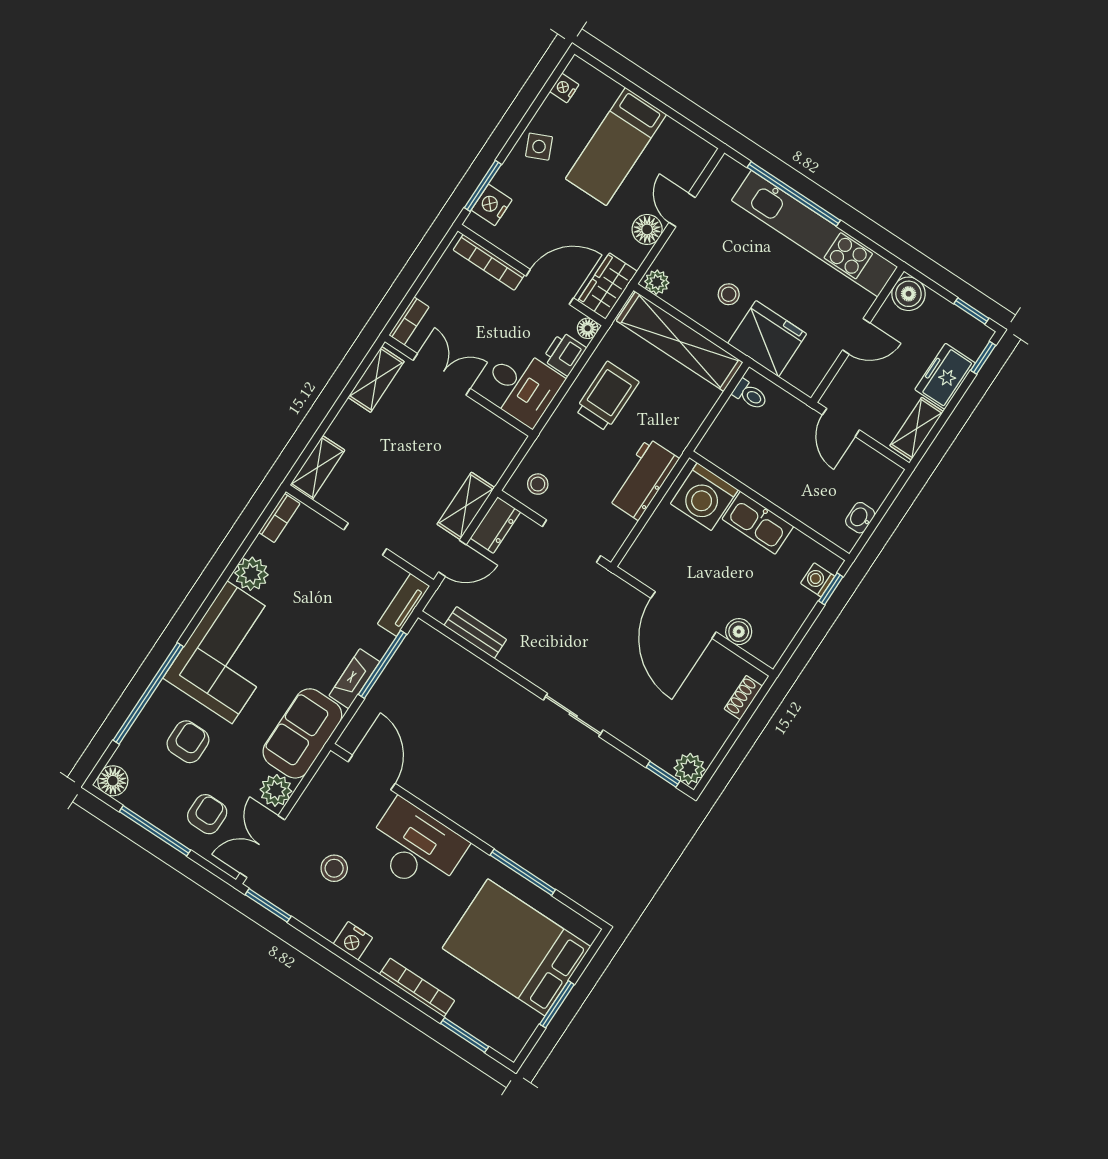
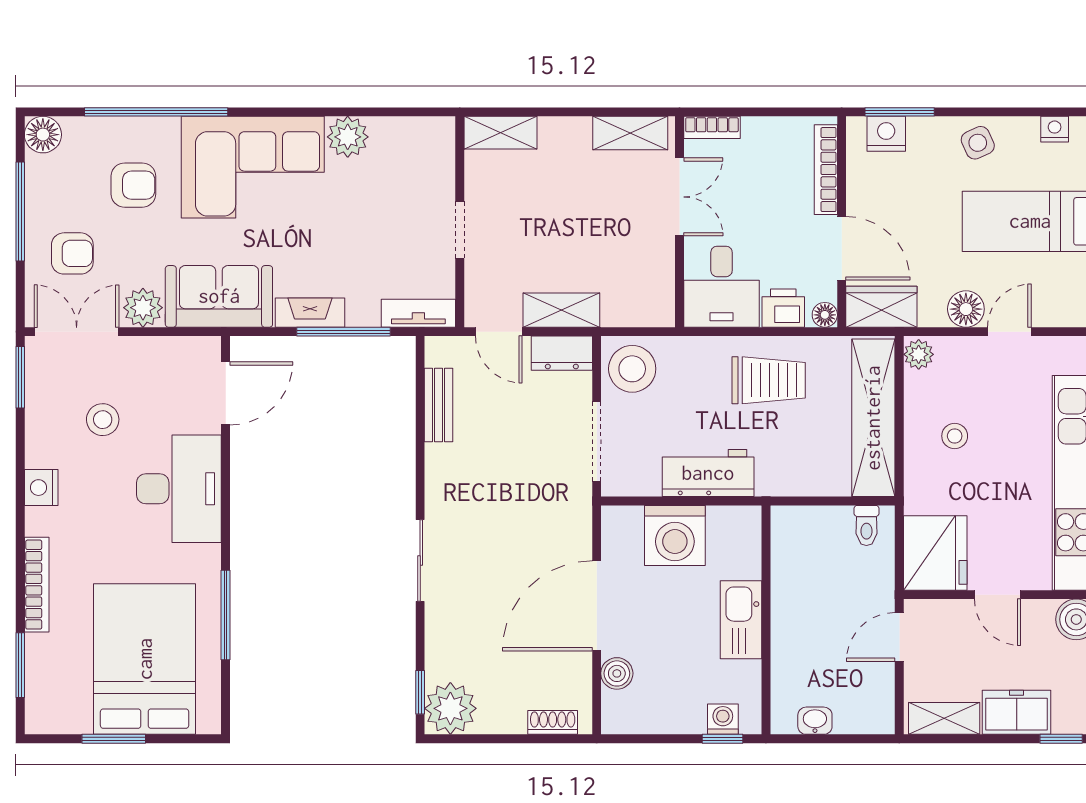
fridge: (767, 339) -> (935, 553), moved
stool: (538, 484) -> (632, 369), width x1.89, depth x1.89
washing machine: (704, 497) -> (675, 535), moved, turned -90
bookcase: (279, 518) -> (424, 128), removed
plant: (689, 769) -> (450, 708), width x1.36, depth x1.36

